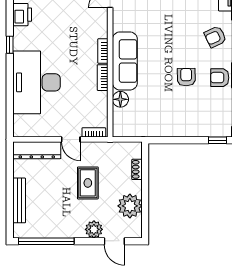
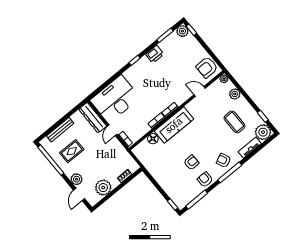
desk: (37, 82) -> (115, 99), moved
rug: (88, 183) -> (72, 151), moved

